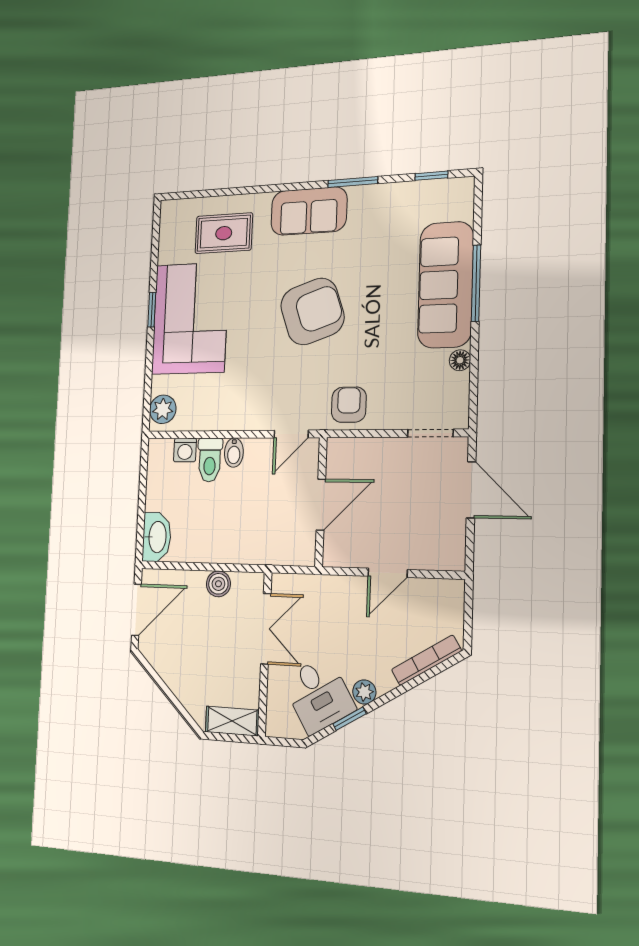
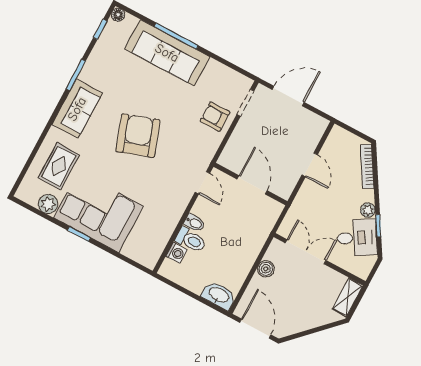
floor lamp: (460, 360) -> (118, 15), moved
armchair: (349, 405) -> (215, 117), moved
plant: (163, 409) -> (48, 204), moved

